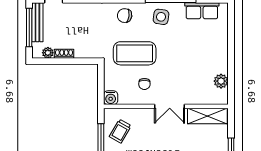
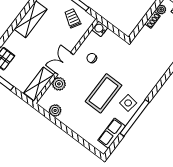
chair: (125, 16) -> (147, 79), removed
coffee table: (135, 53) -> (104, 93), moved
plant: (193, 97) -> (59, 84), added

